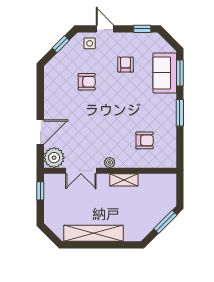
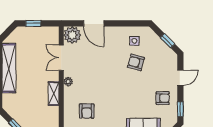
side table: (90, 43) -> (134, 41), moved
armchair: (125, 65) -> (163, 98), moved
armchair: (87, 82) -> (136, 62), turned 105
window: (40, 191) -> (33, 23), moved

